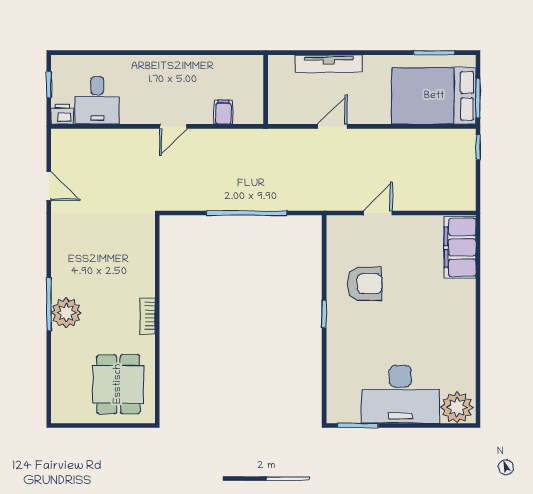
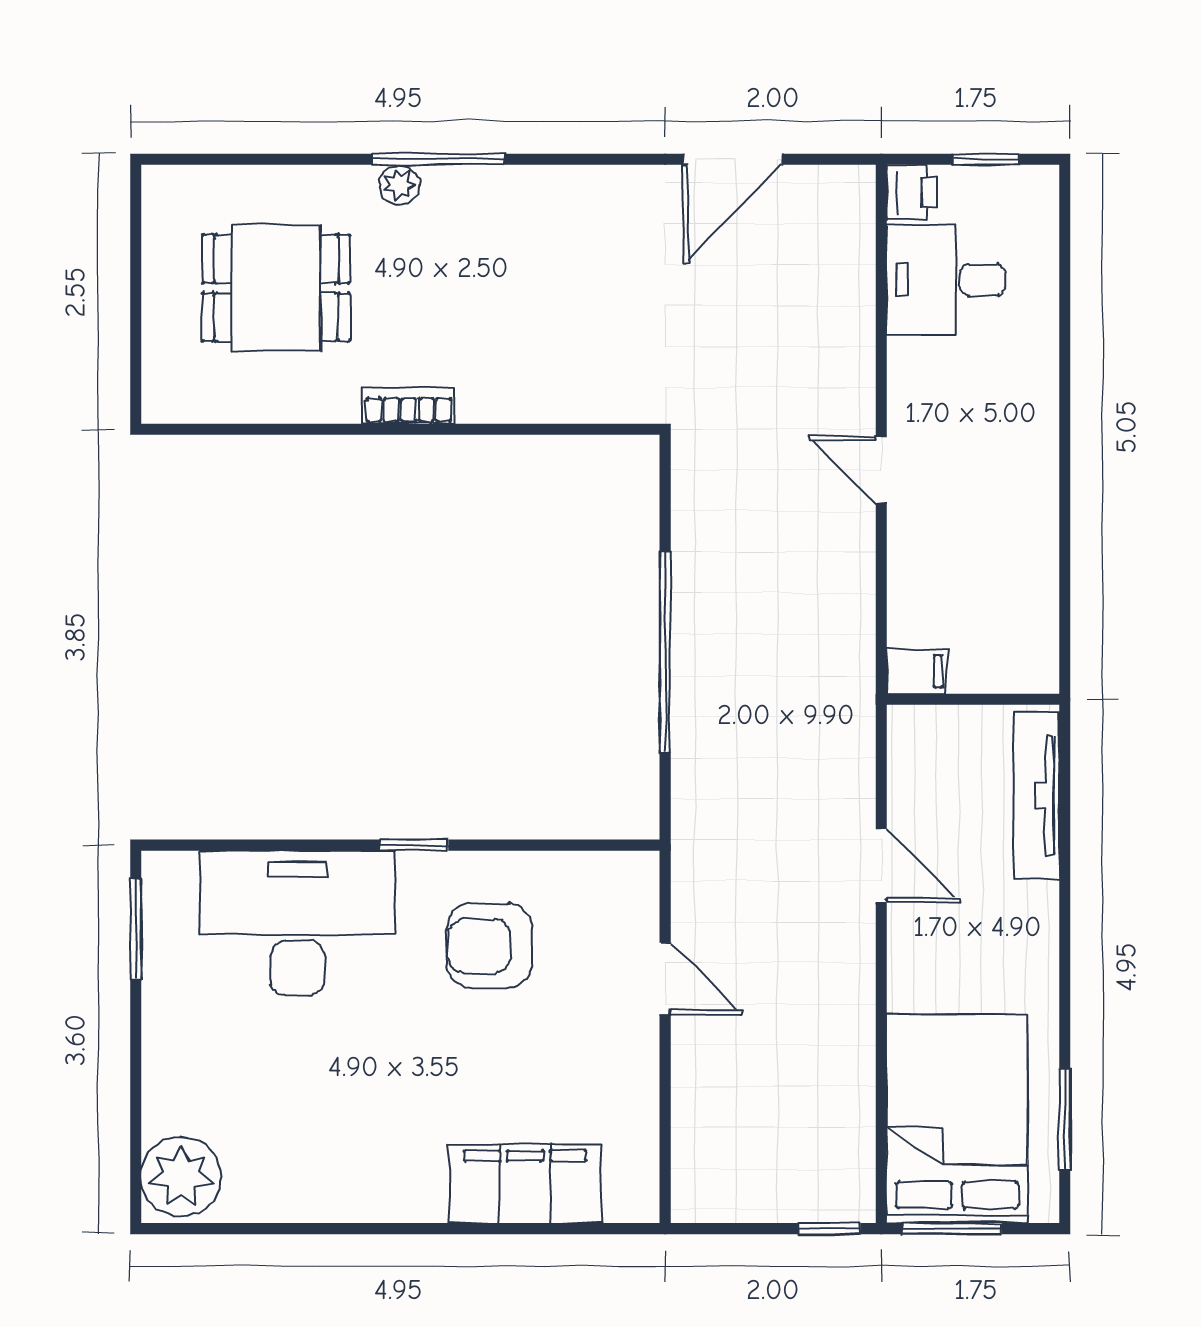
tv unit: (329, 64) -> (1037, 795), moved
filing cabinet: (223, 112) -> (917, 671), moved
door: (49, 186) -> (732, 159), width x1.38
filing cabinet: (460, 247) -> (525, 1184), moved
armchair: (365, 284) -> (489, 946), turned 90
plant: (66, 313) -> (399, 185), width x0.53, depth x0.53
dining table: (118, 384) -> (276, 288), moved
desk: (400, 394) -> (298, 923), moved, turned 90

